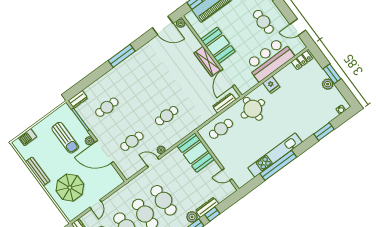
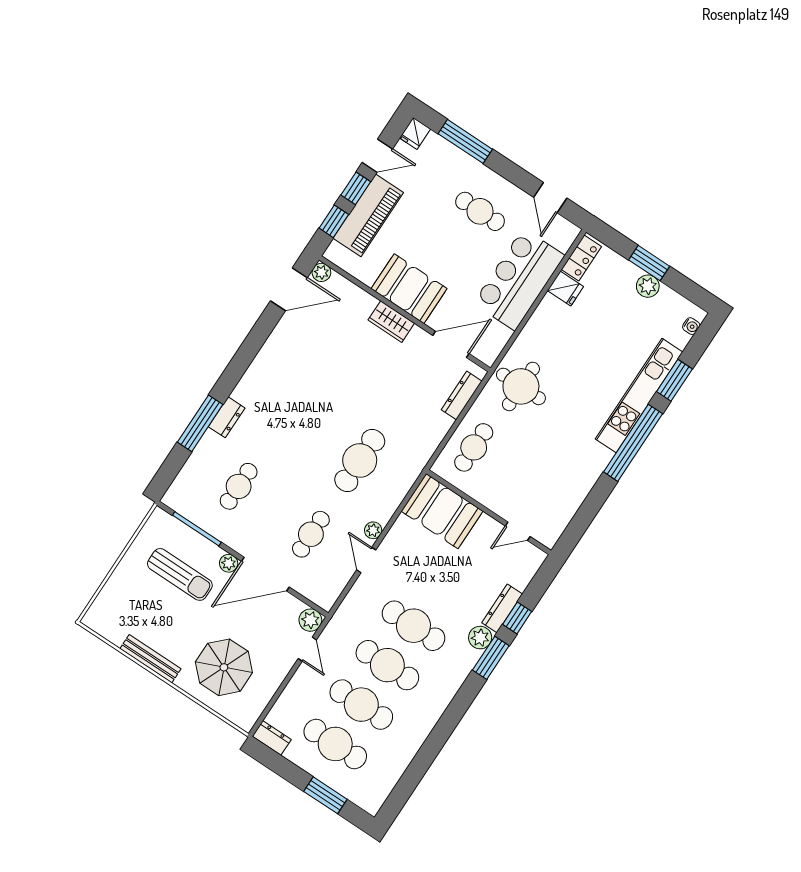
door: (298, 27) -> (550, 198), hinge flipped
window: (122, 56) -> (200, 423), moved
wardrobe: (207, 61) -> (391, 322), width x0.67
door: (228, 78) -> (451, 344), swing flipped
fridge: (271, 85) -> (565, 289), moved
dresser: (78, 99) -> (227, 417), moved
cafe table: (167, 116) -> (360, 460), width x1.37, depth x1.35
barbecue: (28, 137) -> (107, 600), removed
kitchen unit: (275, 155) -> (639, 395), moved
door: (153, 162) -> (366, 560), hinge flipped
window: (278, 165) -> (633, 443), moved
plant: (117, 180) -> (310, 620), added
door: (96, 205) -> (307, 649), moved

